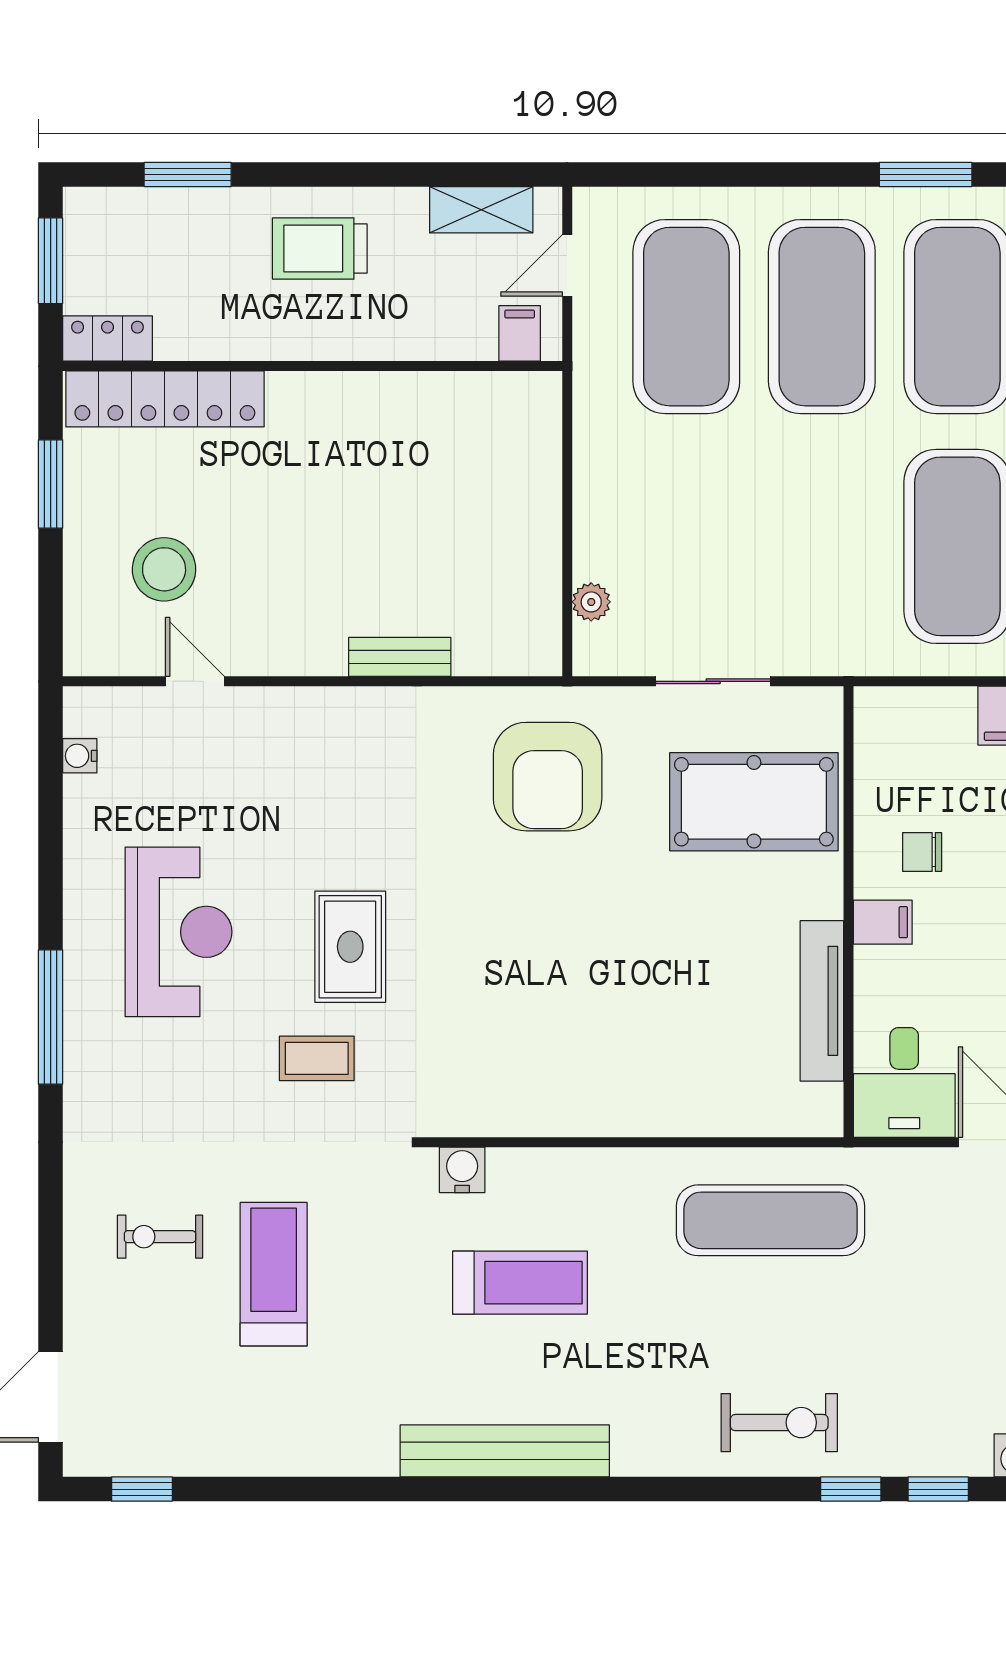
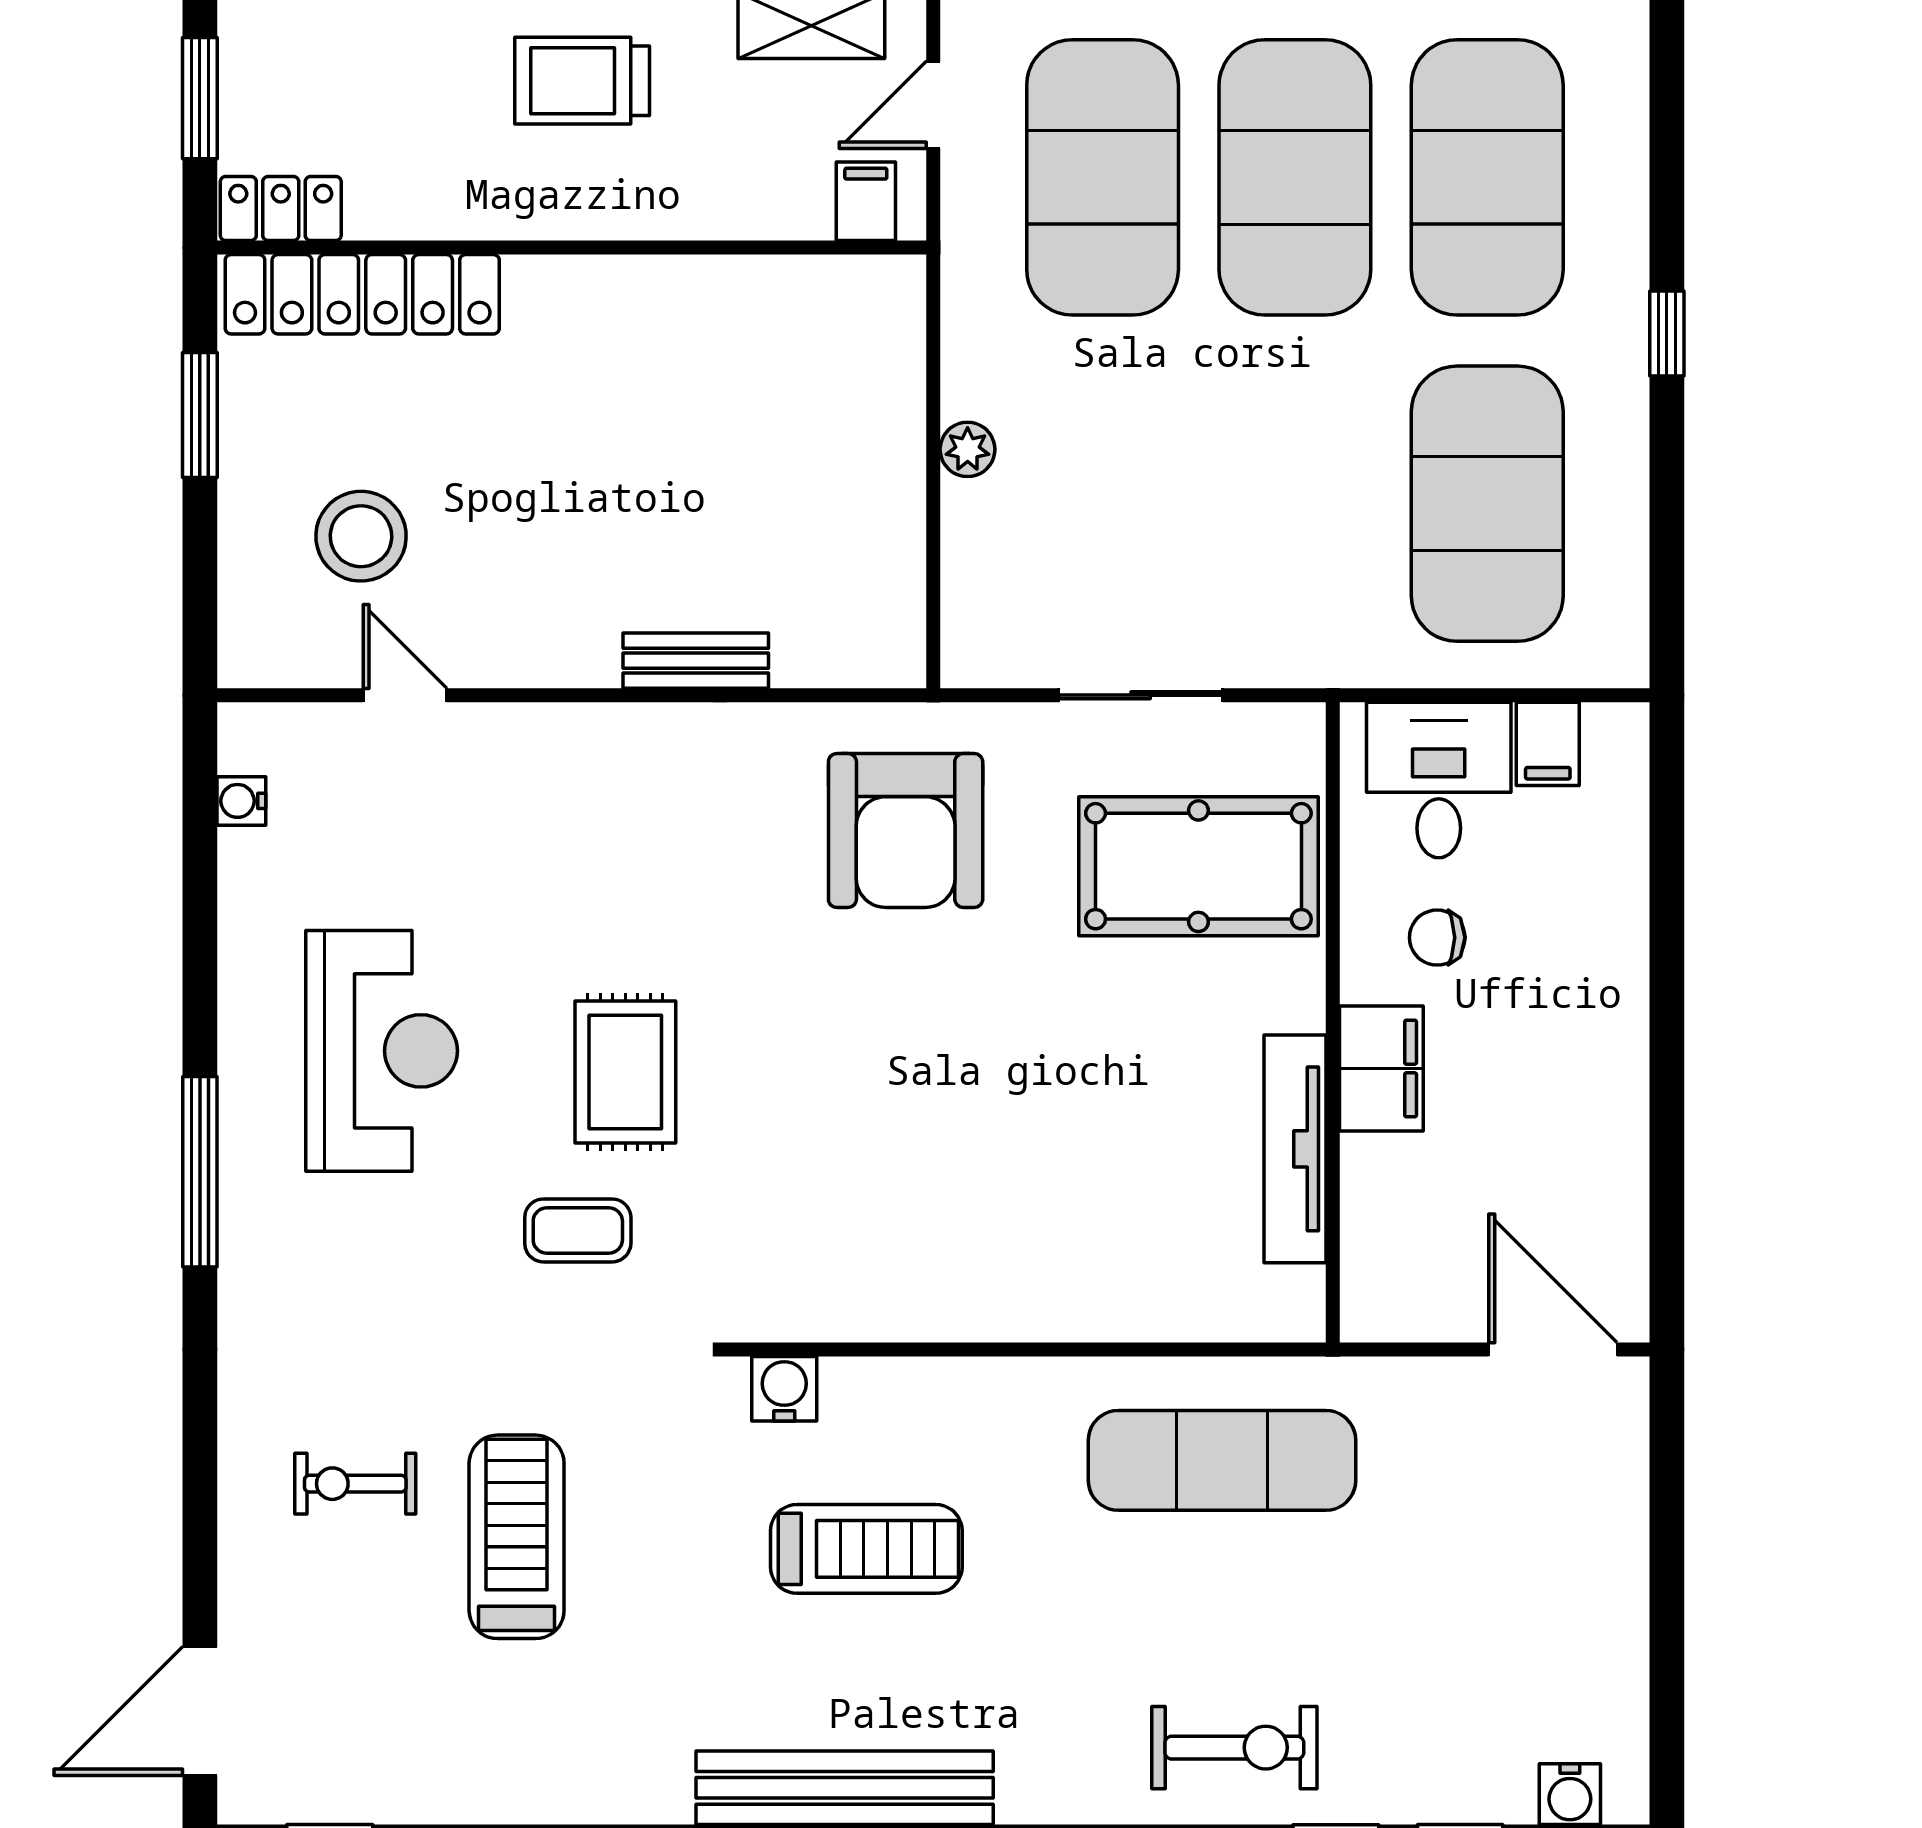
plant: (591, 602) -> (968, 449), moved
filing cabinet: (883, 922) -> (1381, 1068), width x2.00
desk: (904, 1082) -> (1439, 780), moved, turned 180

